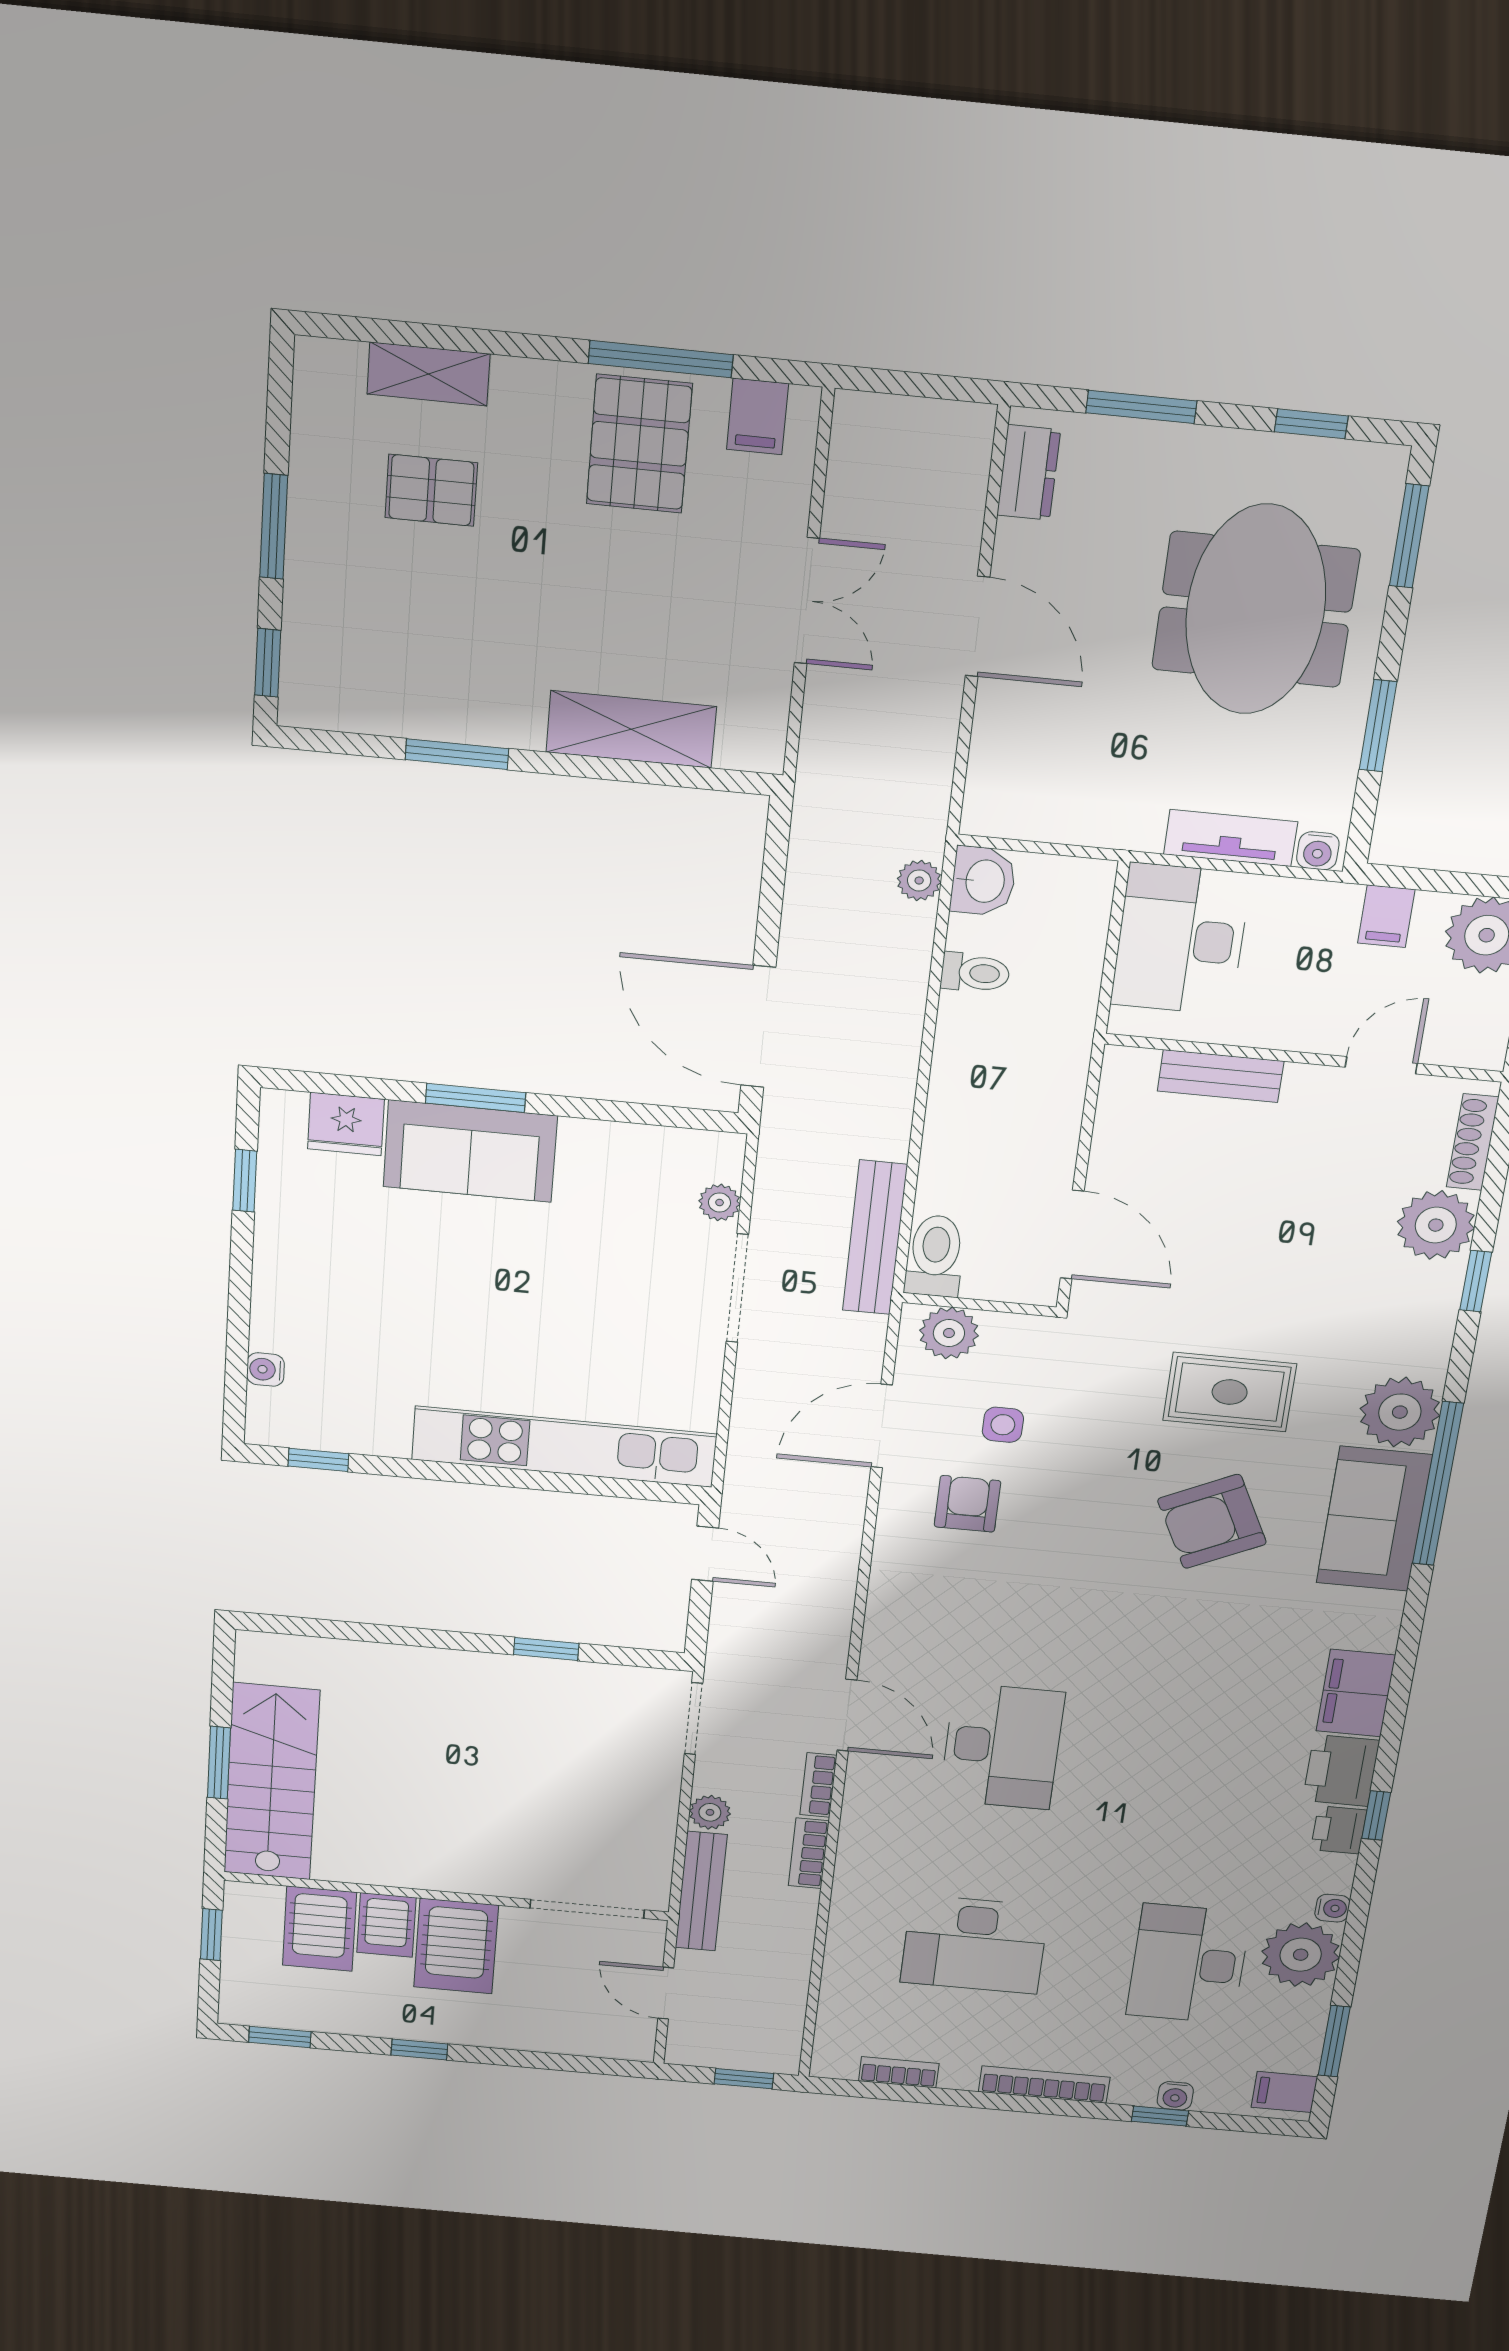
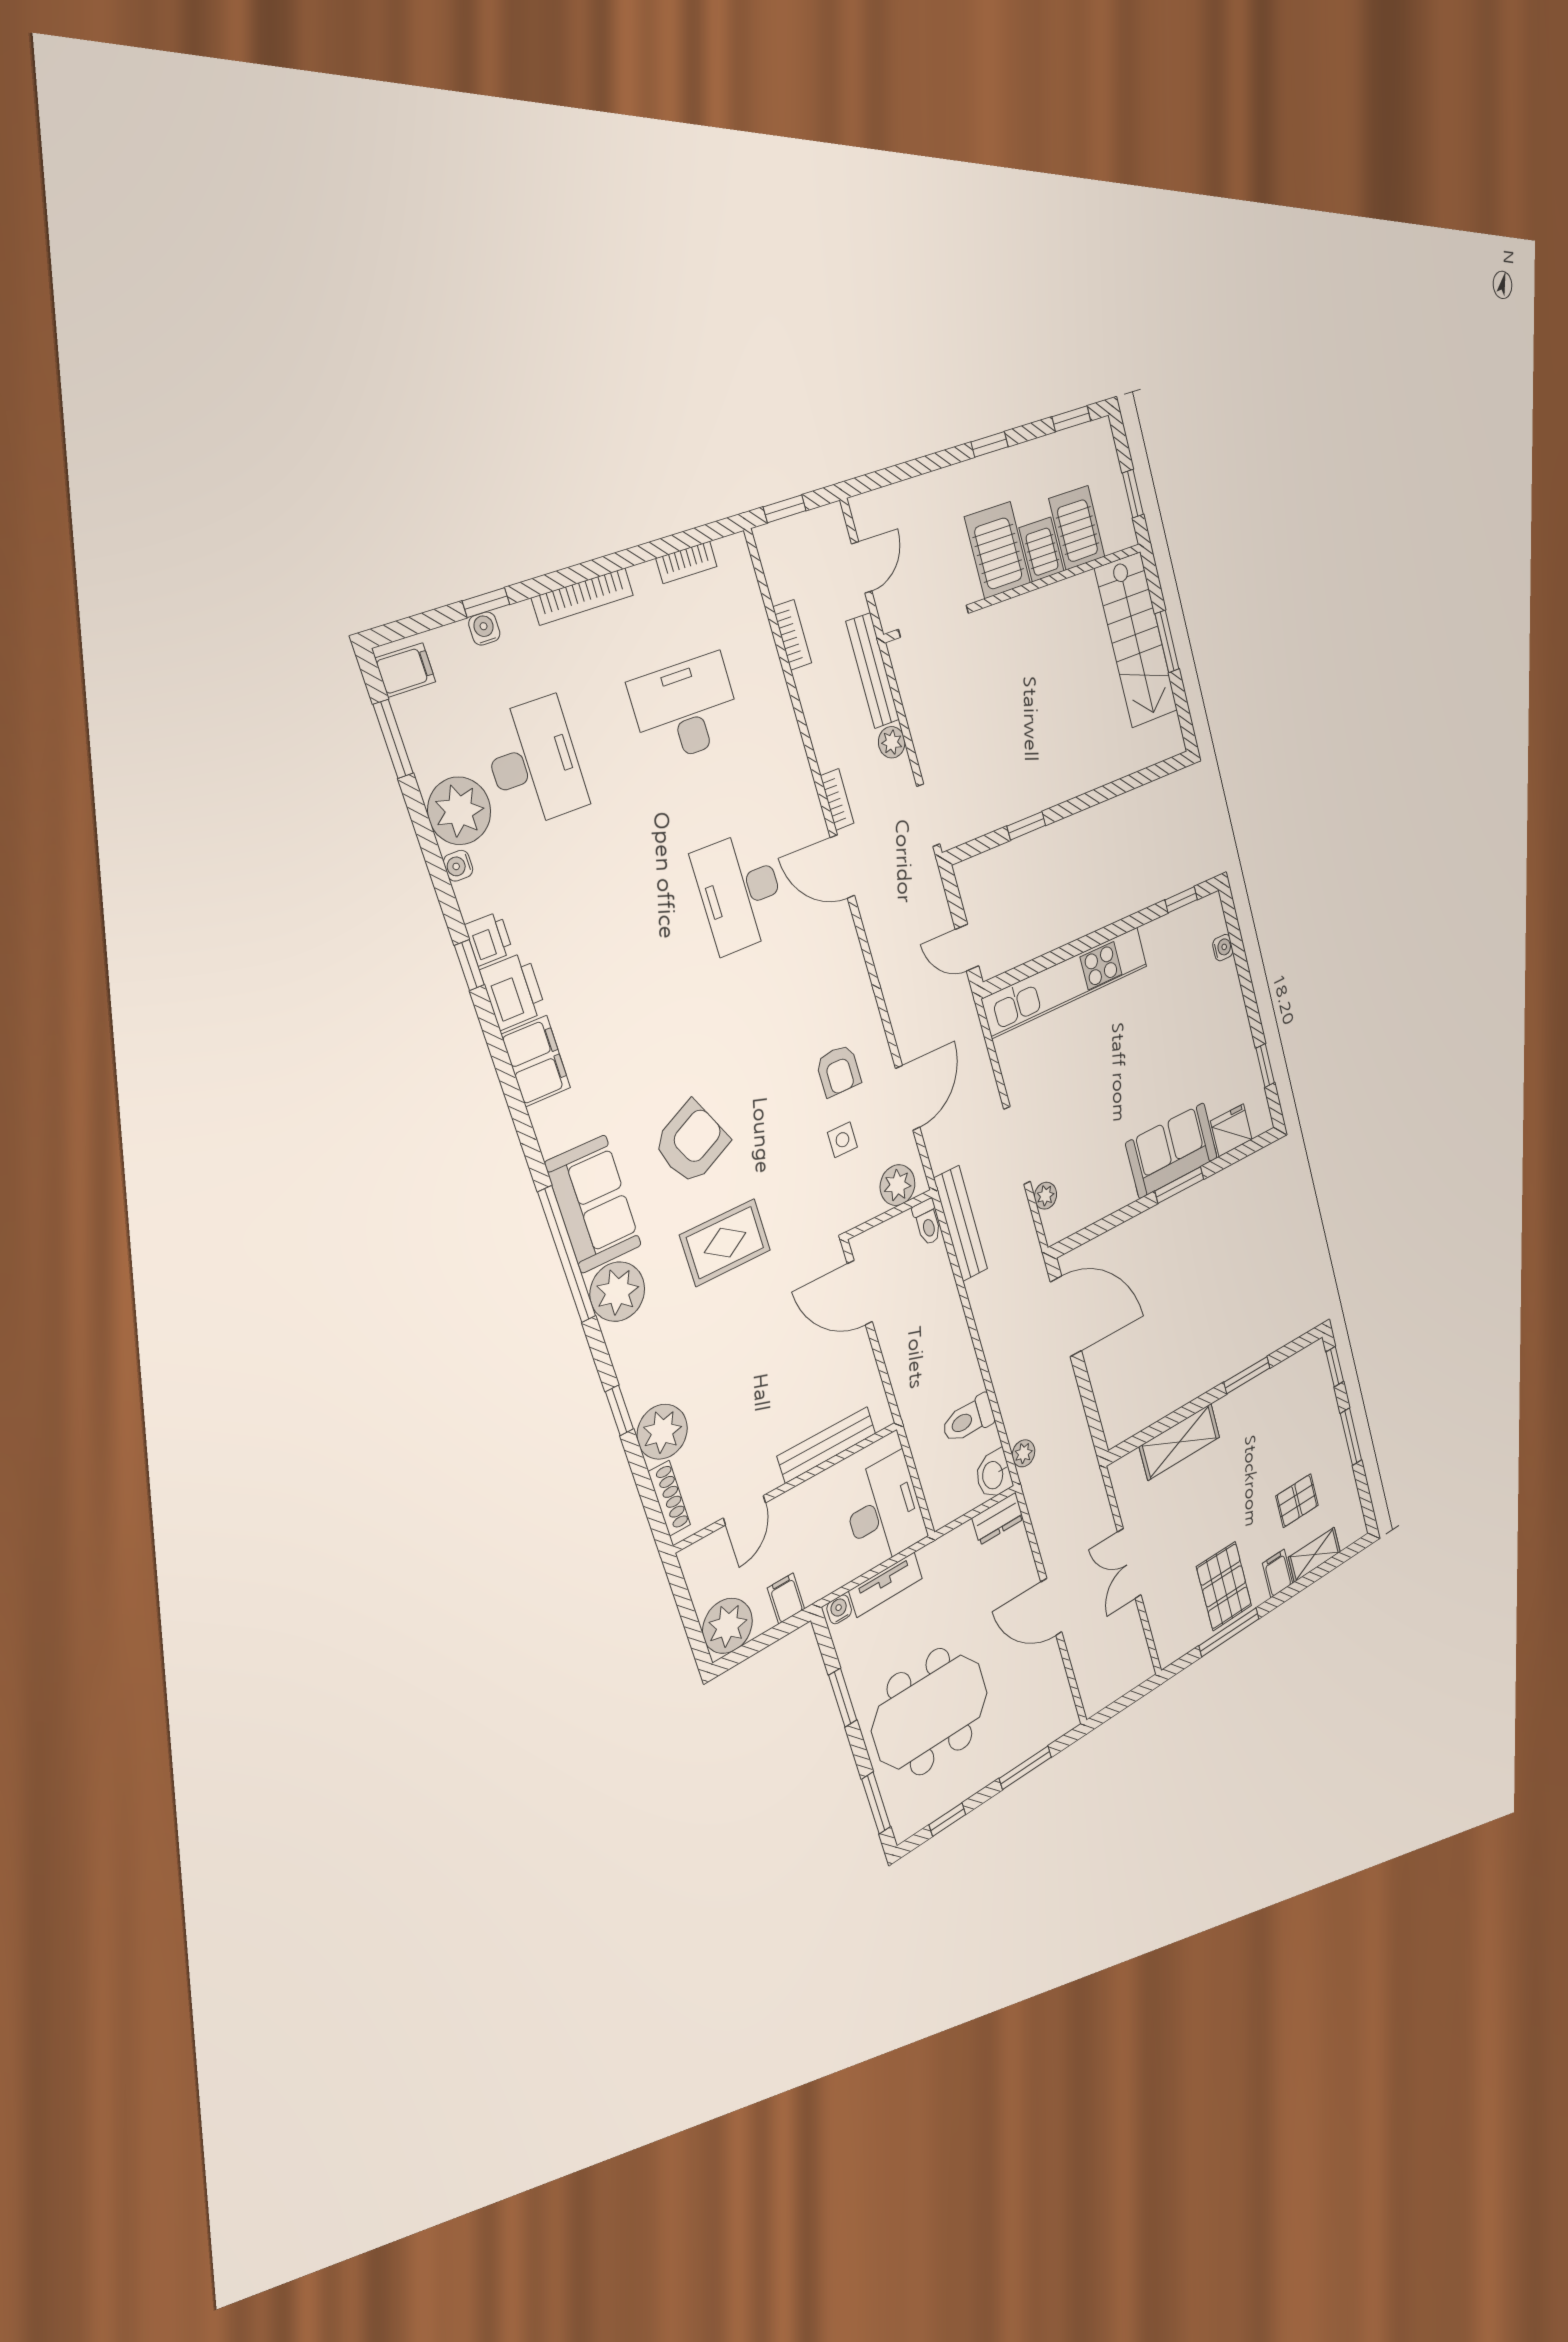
filing cabinet: (757, 416) -> (1278, 1573), moved
dresser: (1029, 472) -> (998, 1519), moved, turned -90
meeting table: (1256, 610) -> (930, 1712), turned 90
toilet: (975, 973) -> (968, 1419), width x1.37, depth x1.39
bench: (1221, 1076) -> (827, 1445), width x1.36
toilet: (935, 1256) -> (927, 1222), width x0.73, depth x0.72
bookcase: (809, 1853) -> (792, 635), moved
door: (666, 1993) -> (862, 568), hinge flipped

